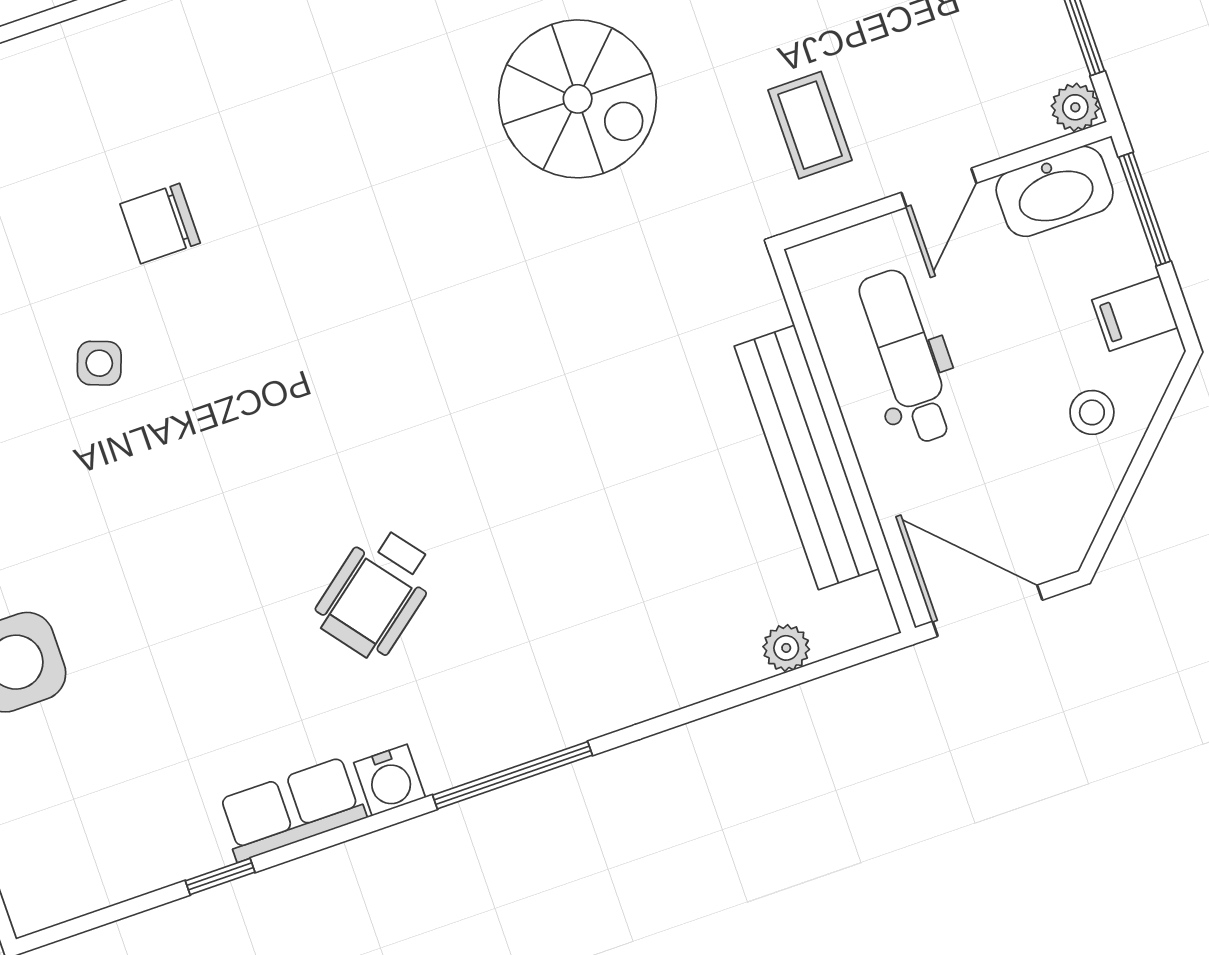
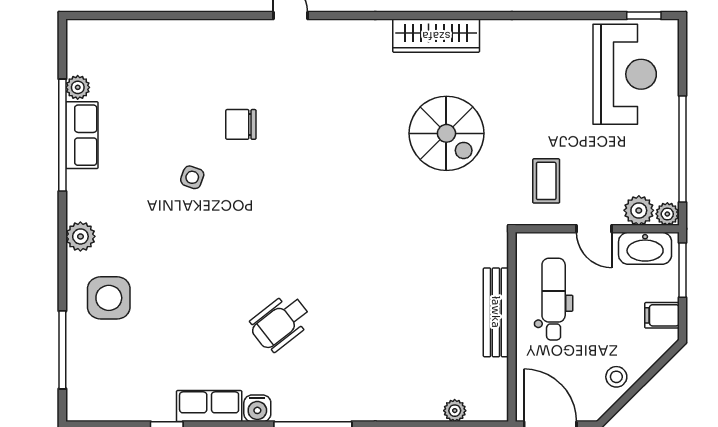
plant: (1016, 120) -> (639, 210), added
door: (939, 188) -> (594, 229), hinge flipped
stool: (1092, 412) -> (616, 377), moved
bench: (807, 457) -> (496, 312), width x0.73, depth x0.82

